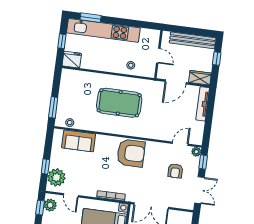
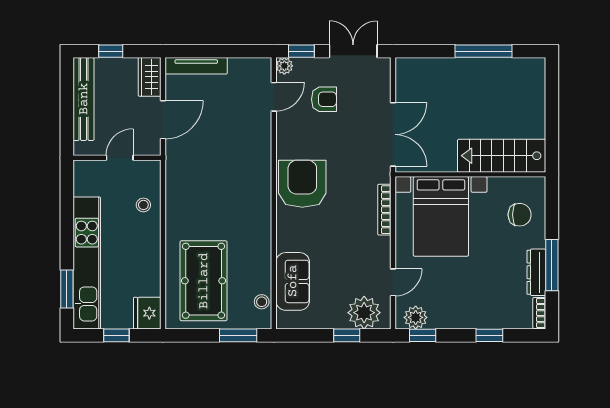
door: (176, 82) -> (163, 120), hinge flipped
pool table: (119, 103) -> (204, 281), moved
door: (180, 144) -> (274, 97), swing flipped

